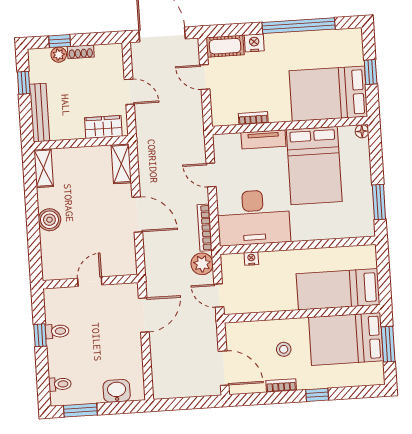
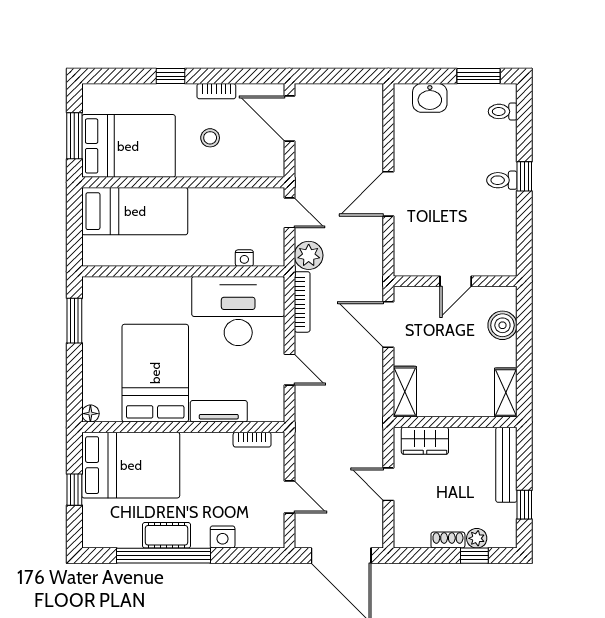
cot: (225, 46) -> (167, 535), moved
bookcase: (253, 118) -> (252, 440), moved
door: (90, 282) -> (456, 281), moved
wall: (90, 282) -> (455, 281), moved

